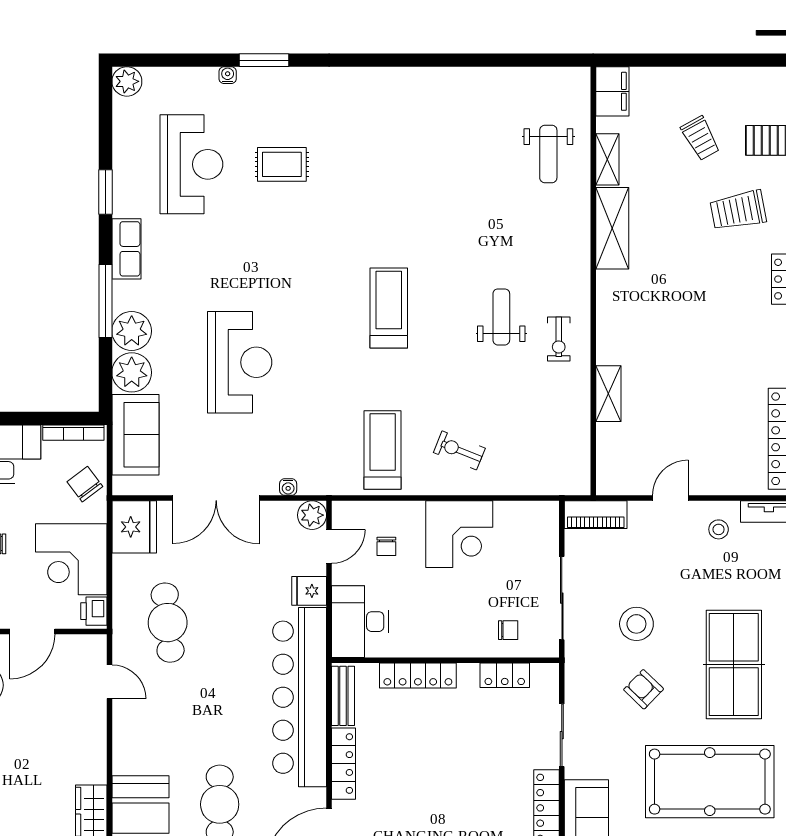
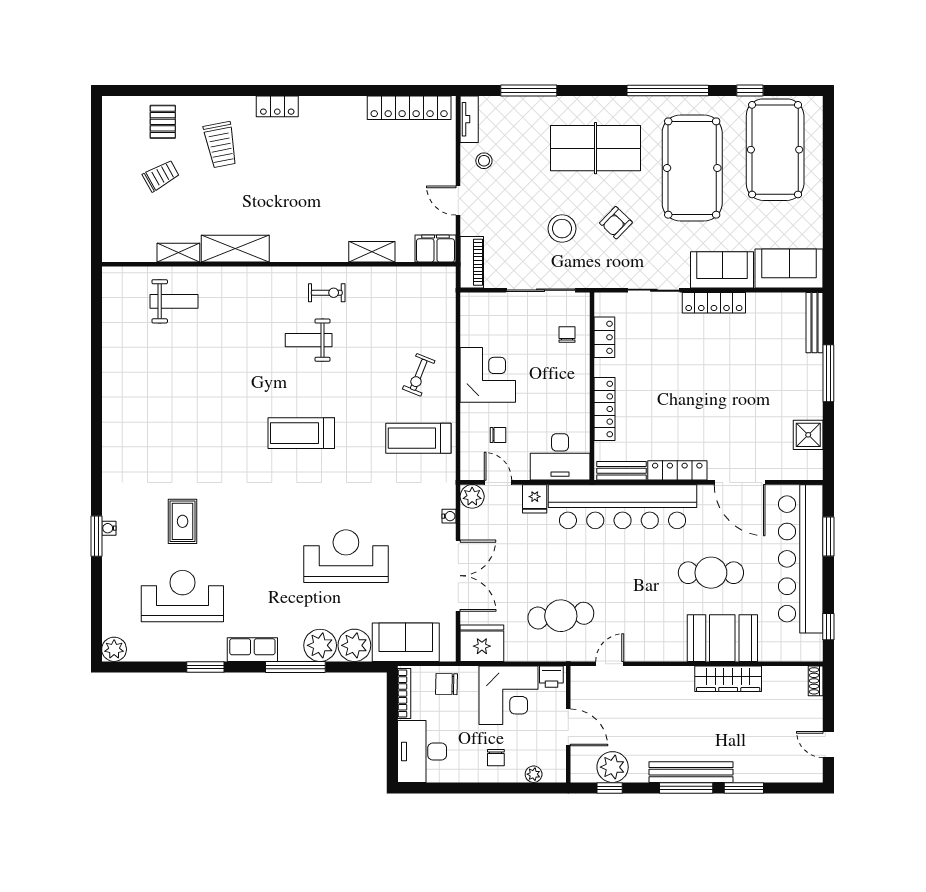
water cooler: (228, 75) -> (109, 528), moved
filing cabinet: (612, 91) -> (435, 248), moved
chair: (85, 484) -> (447, 684), turned 38

